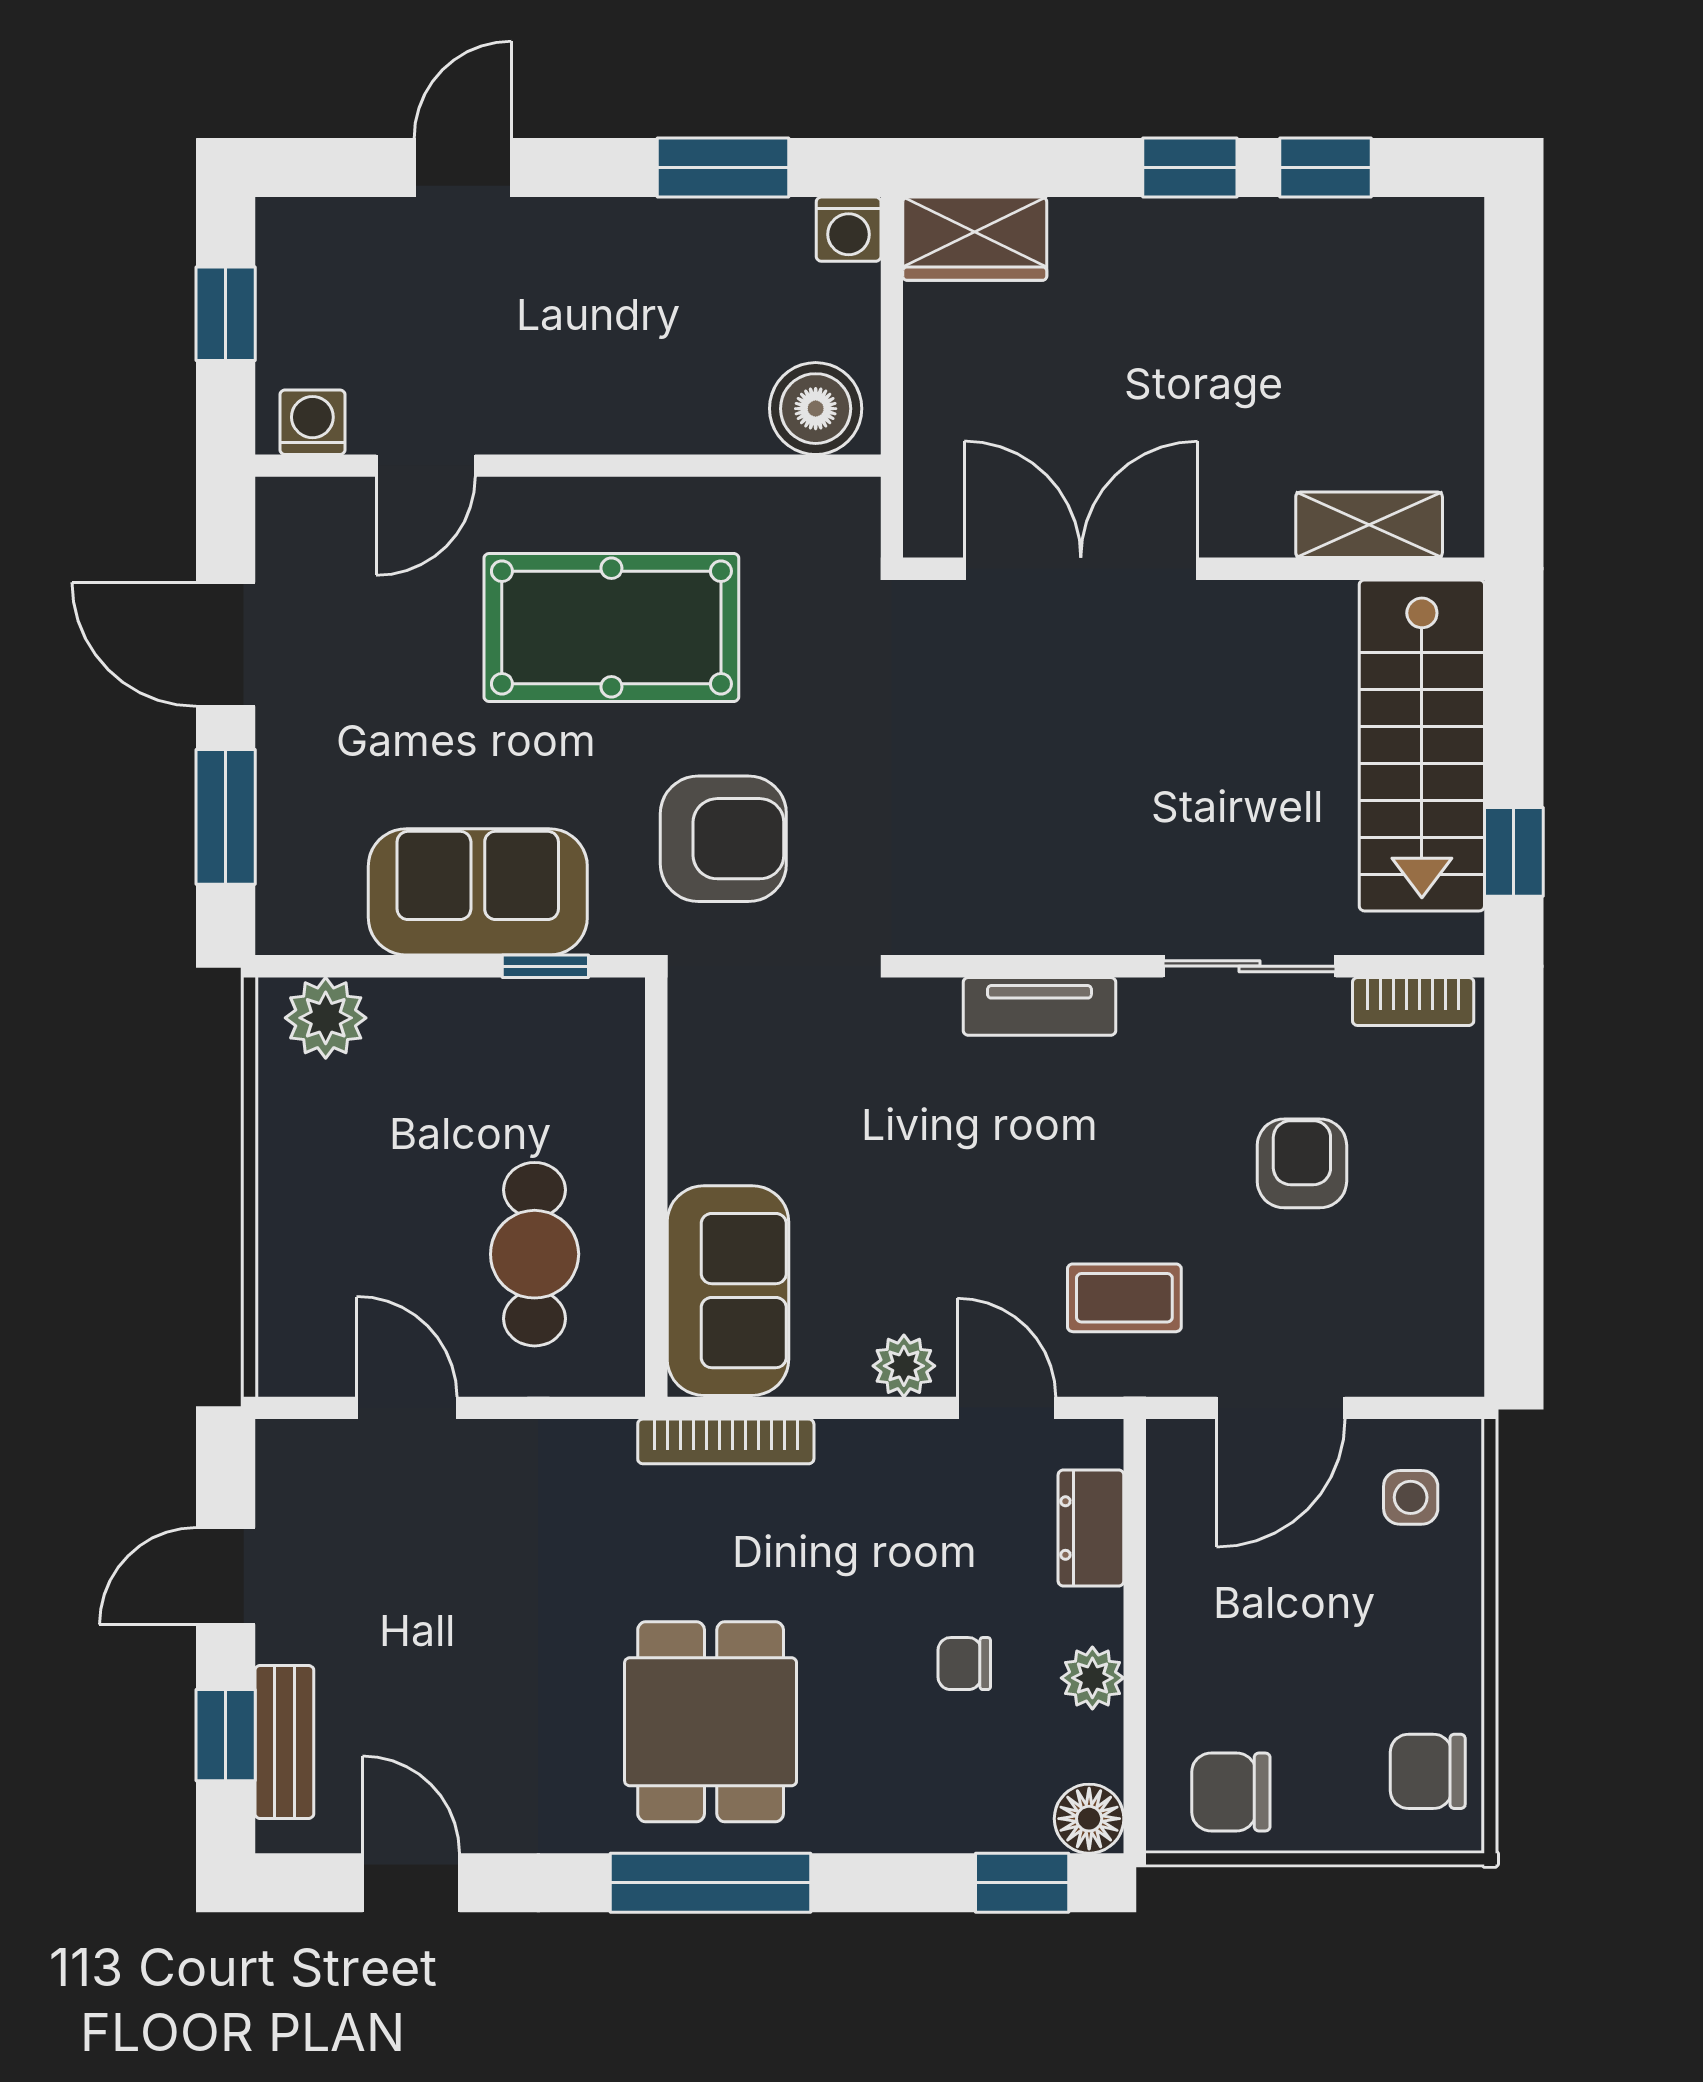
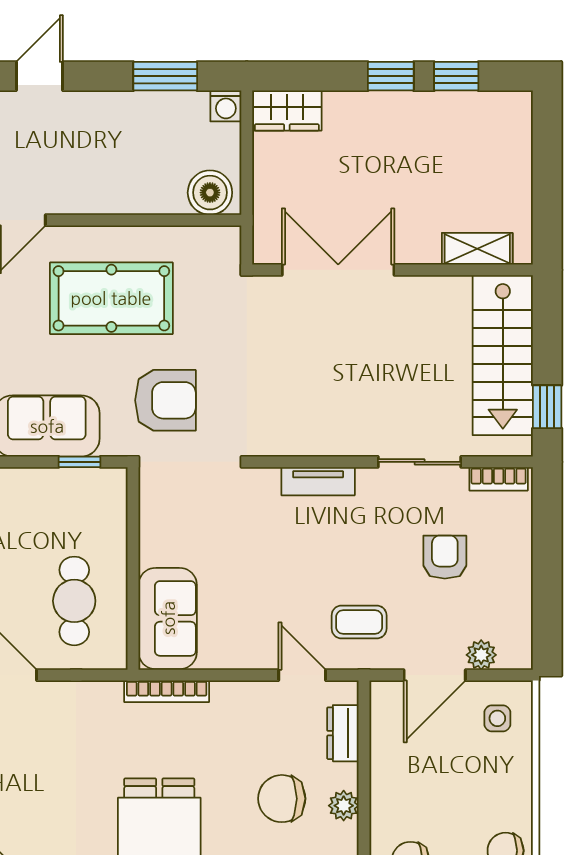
plant: (904, 1366) -> (481, 655), moved
chair: (964, 1664) -> (282, 799), width x1.87, depth x1.87

